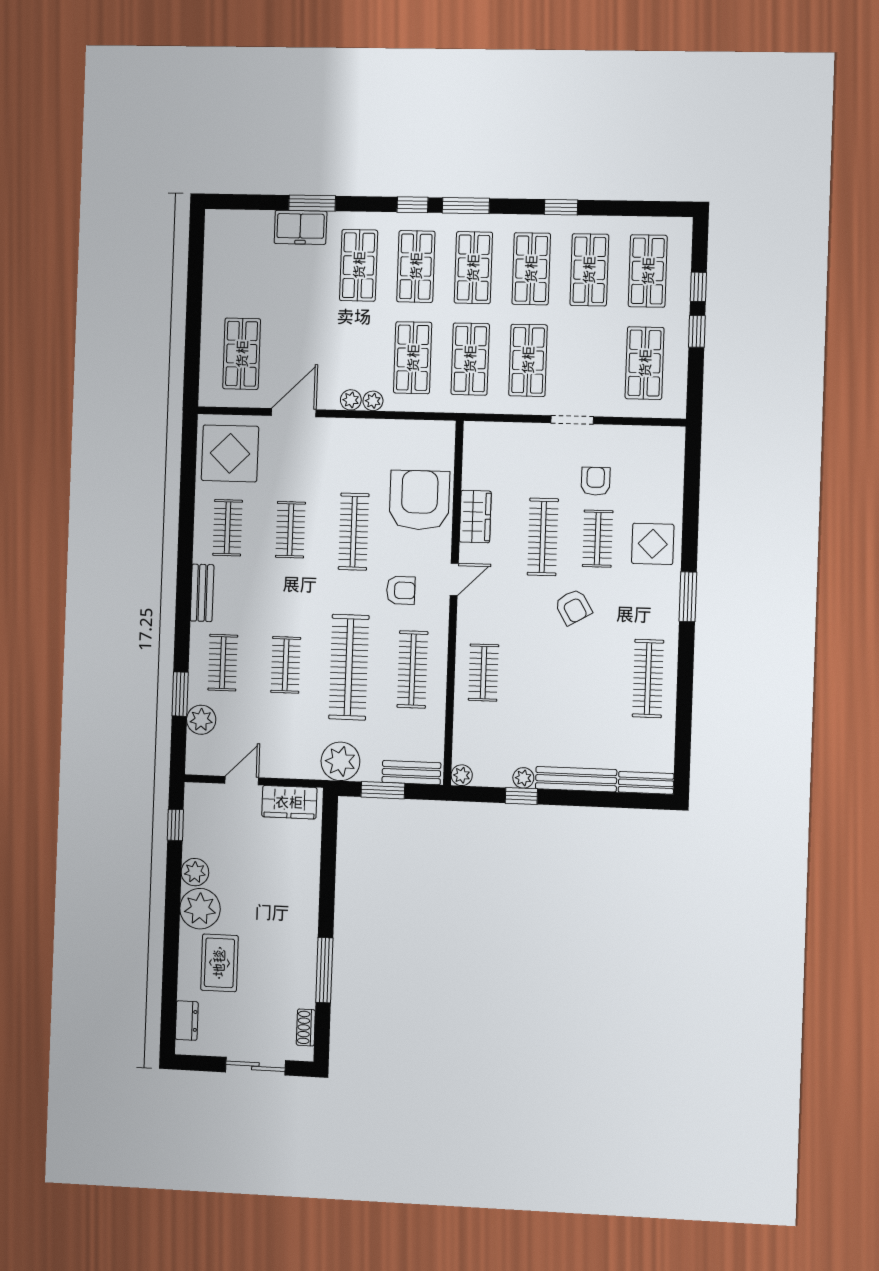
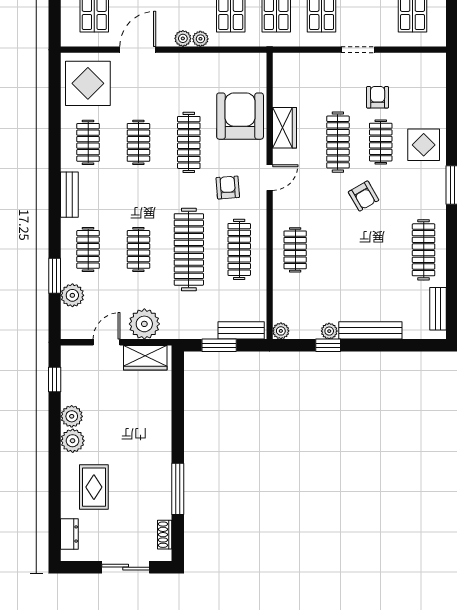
armchair: (401, 590) -> (228, 187), turned -94
plant: (340, 761) -> (144, 324), moved
bench: (646, 783) -> (438, 309), moved, turned 90
plant: (200, 909) -> (73, 441), width x0.73, depth x0.73

